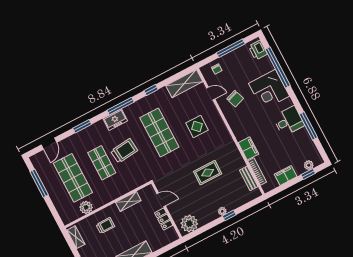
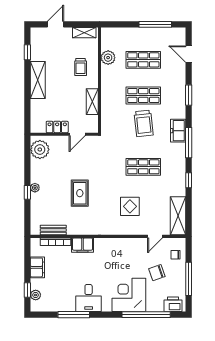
chair: (235, 99) -> (157, 273), moved
shop shelf: (159, 132) -> (143, 167), width x0.70, depth x0.74
shop shelf: (73, 178) -> (143, 60), width x0.70, depth x0.74

